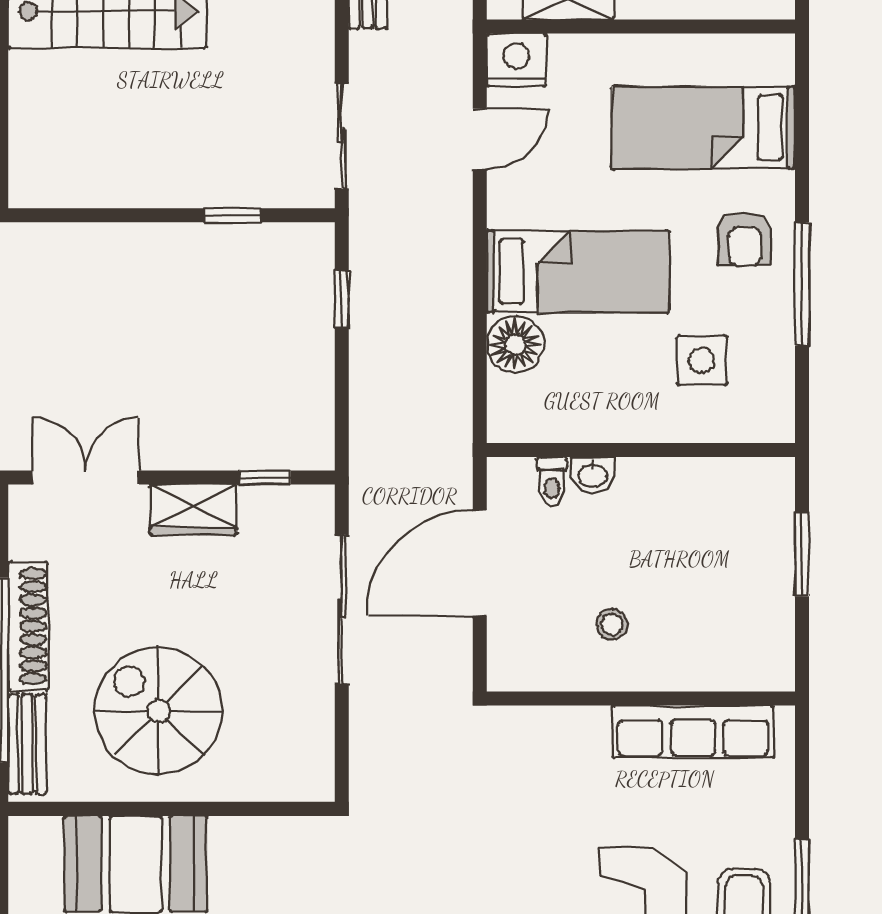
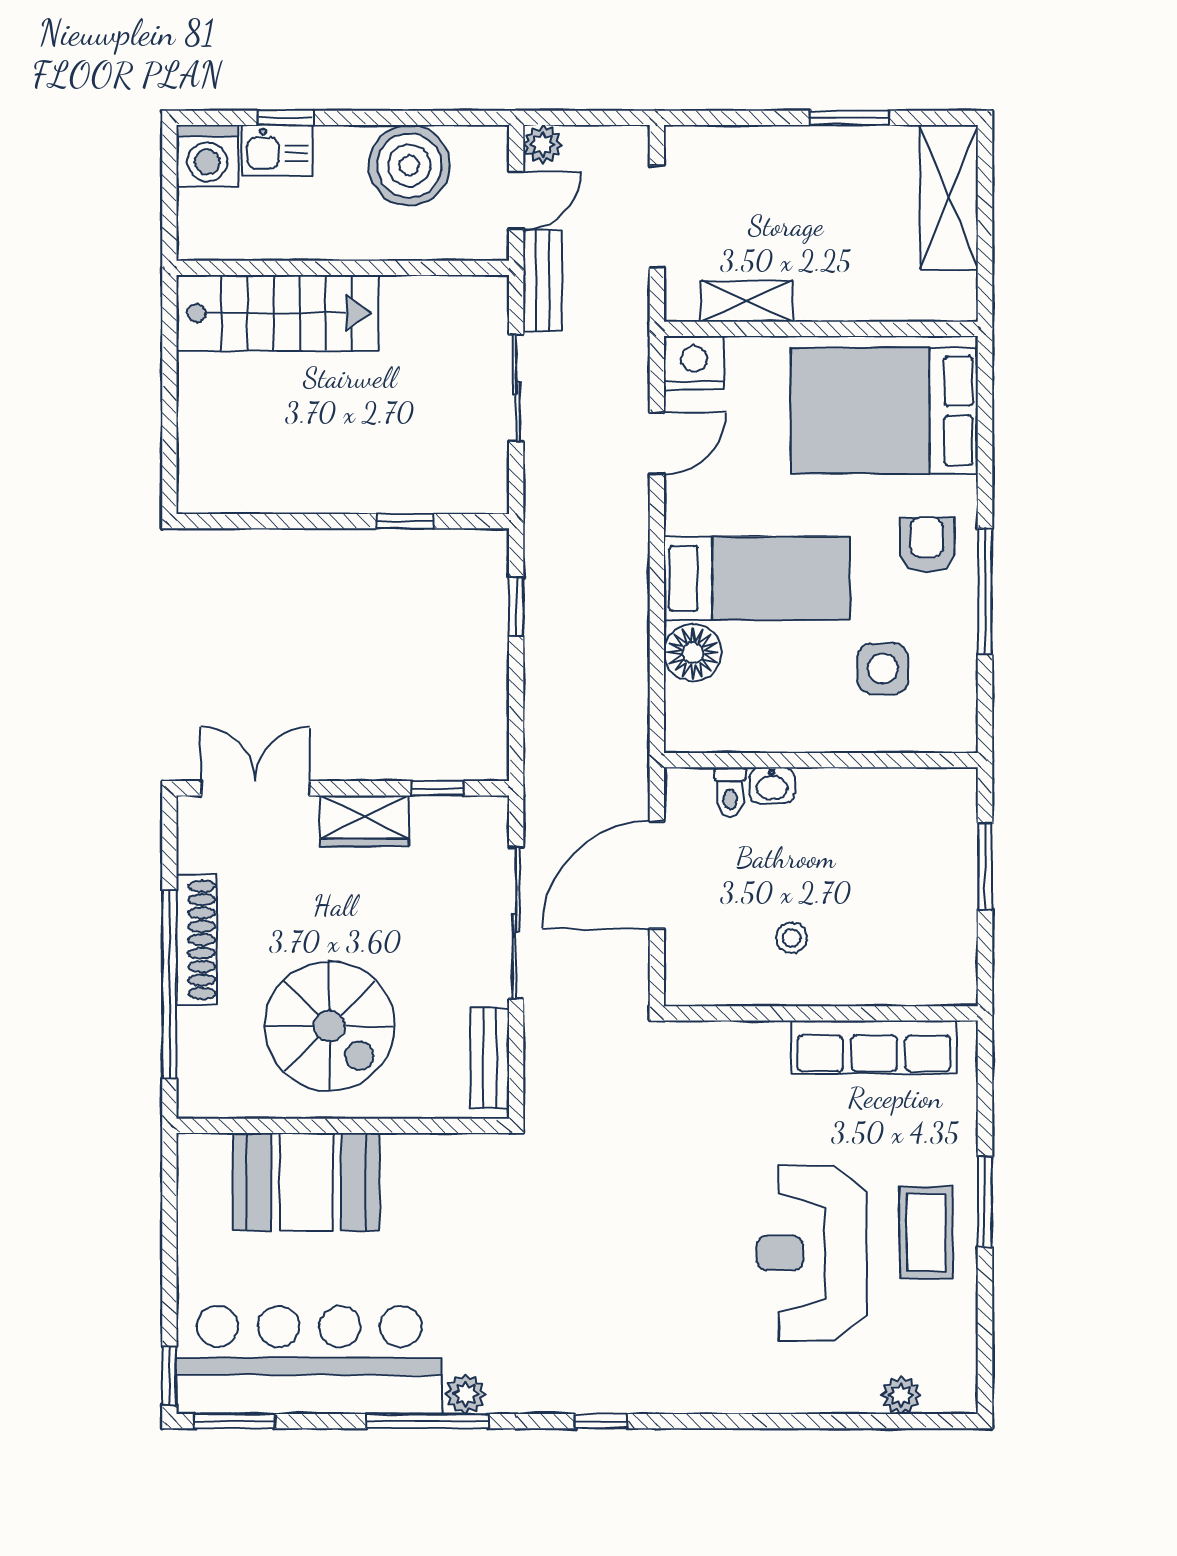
bed: (703, 128) -> (885, 411), width x1.50
sliding door: (342, 136) -> (516, 388), moved
armchair: (745, 239) -> (927, 545), turned 180
spiral stairs: (159, 711) -> (330, 1026), turned 180
bench: (27, 744) -> (490, 1058), moved

